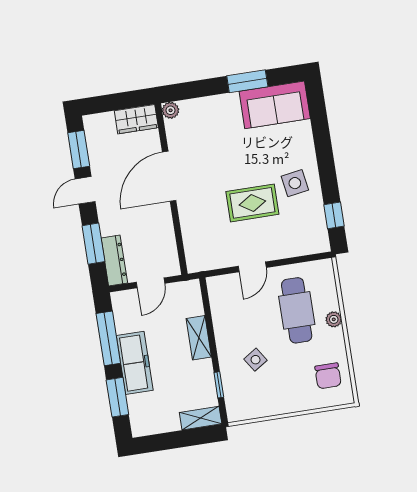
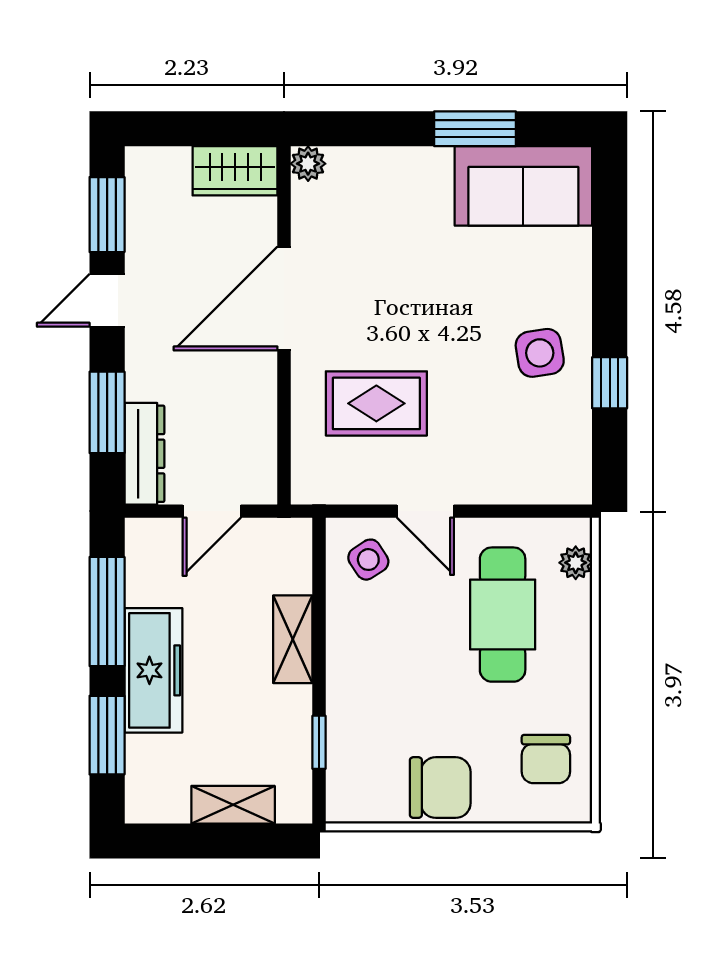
rug: (252, 203) -> (376, 403), moved
window: (334, 215) -> (610, 383), moved
door: (252, 267) -> (425, 511), hinge flipped
plant: (334, 319) -> (576, 563), moved
side table: (256, 360) -> (368, 560), moved
chair: (280, 397) -> (440, 788), added
shelving: (201, 418) -> (233, 805), moved

